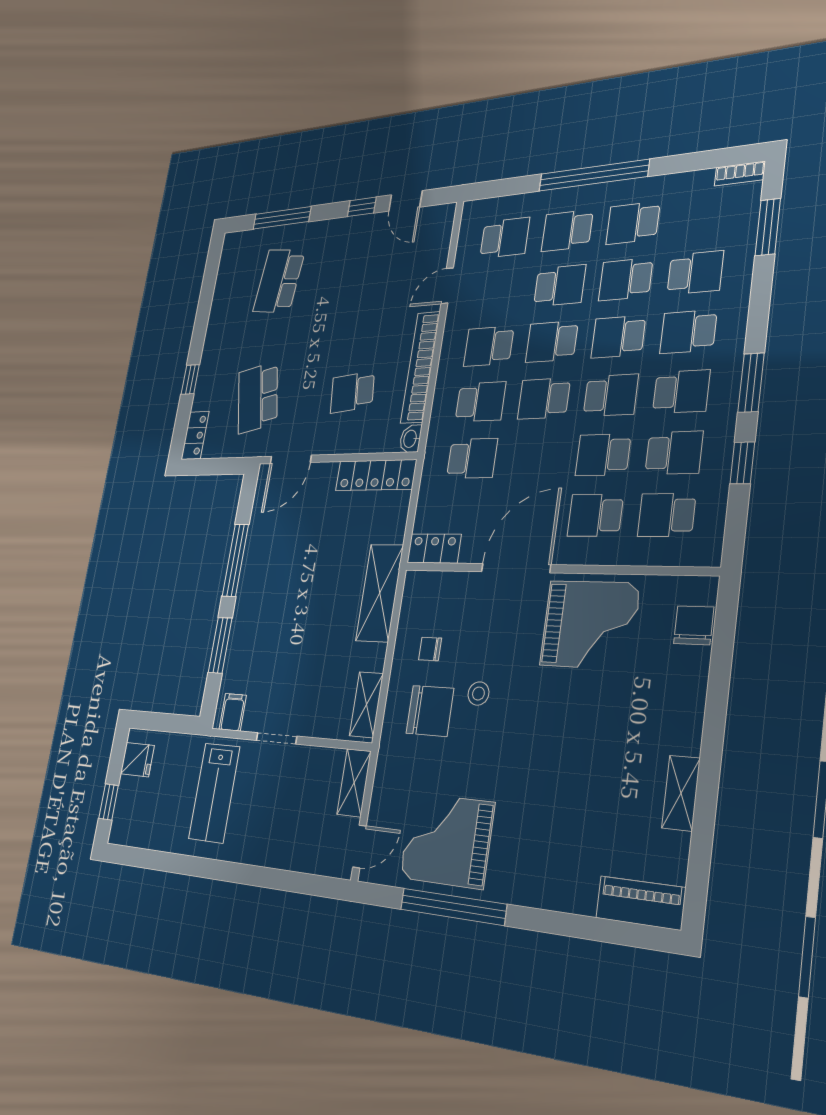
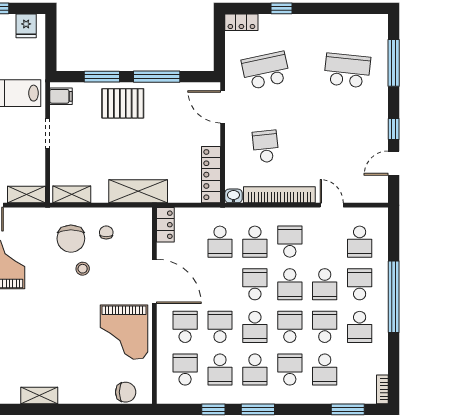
school desk: (633, 223) -> (360, 327), turned 180
school desk: (552, 342) -> (290, 284), turned 180
pallet: (259, 614) -> (123, 103), added

